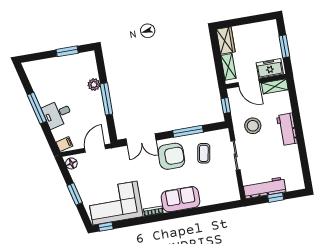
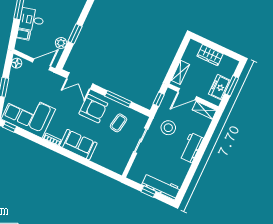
wardrobe: (226, 41) -> (210, 55), moved, turned 90
freezer: (270, 68) -> (219, 87), moved, turned -90
door: (249, 83) -> (187, 94), hinge flipped
plant: (94, 85) -> (61, 43), moved
window: (106, 99) -> (75, 34), width x0.69
filing cabinet: (64, 144) -> (23, 35), moved
workbench: (264, 188) -> (161, 186), moved

